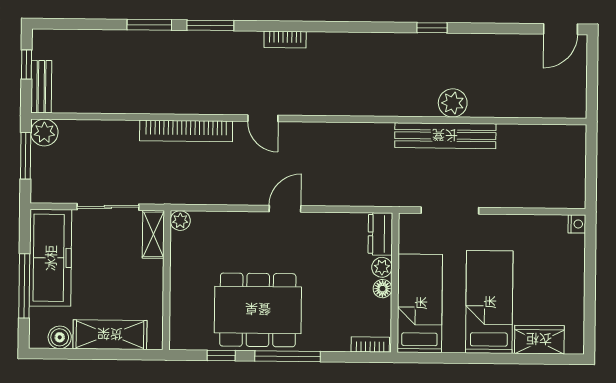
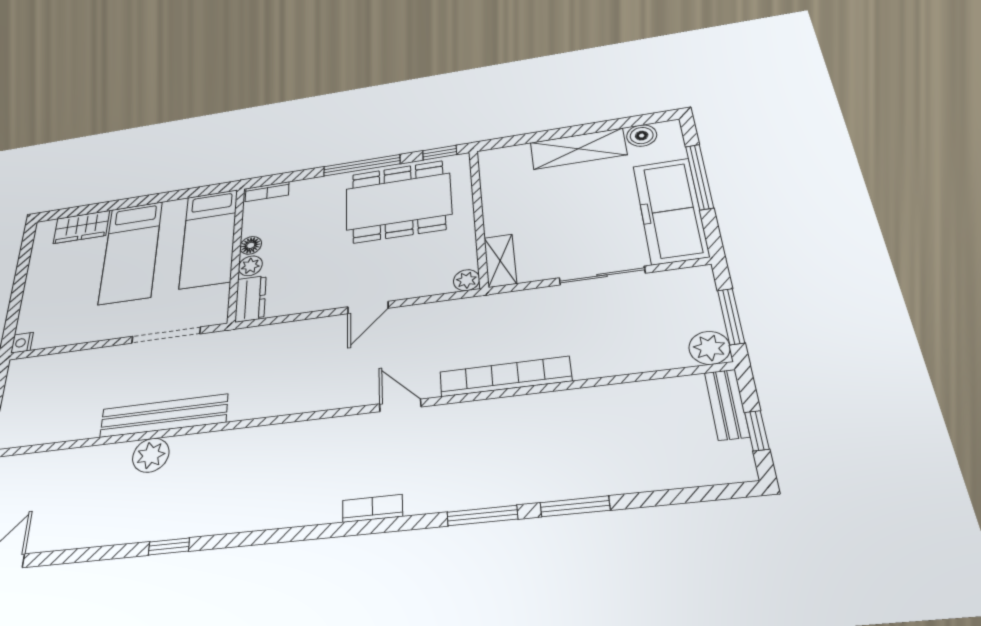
plant: (180, 221) -> (467, 280), moved
shelving: (153, 234) -> (500, 261), moved
wall: (167, 280) -> (479, 217), moved

